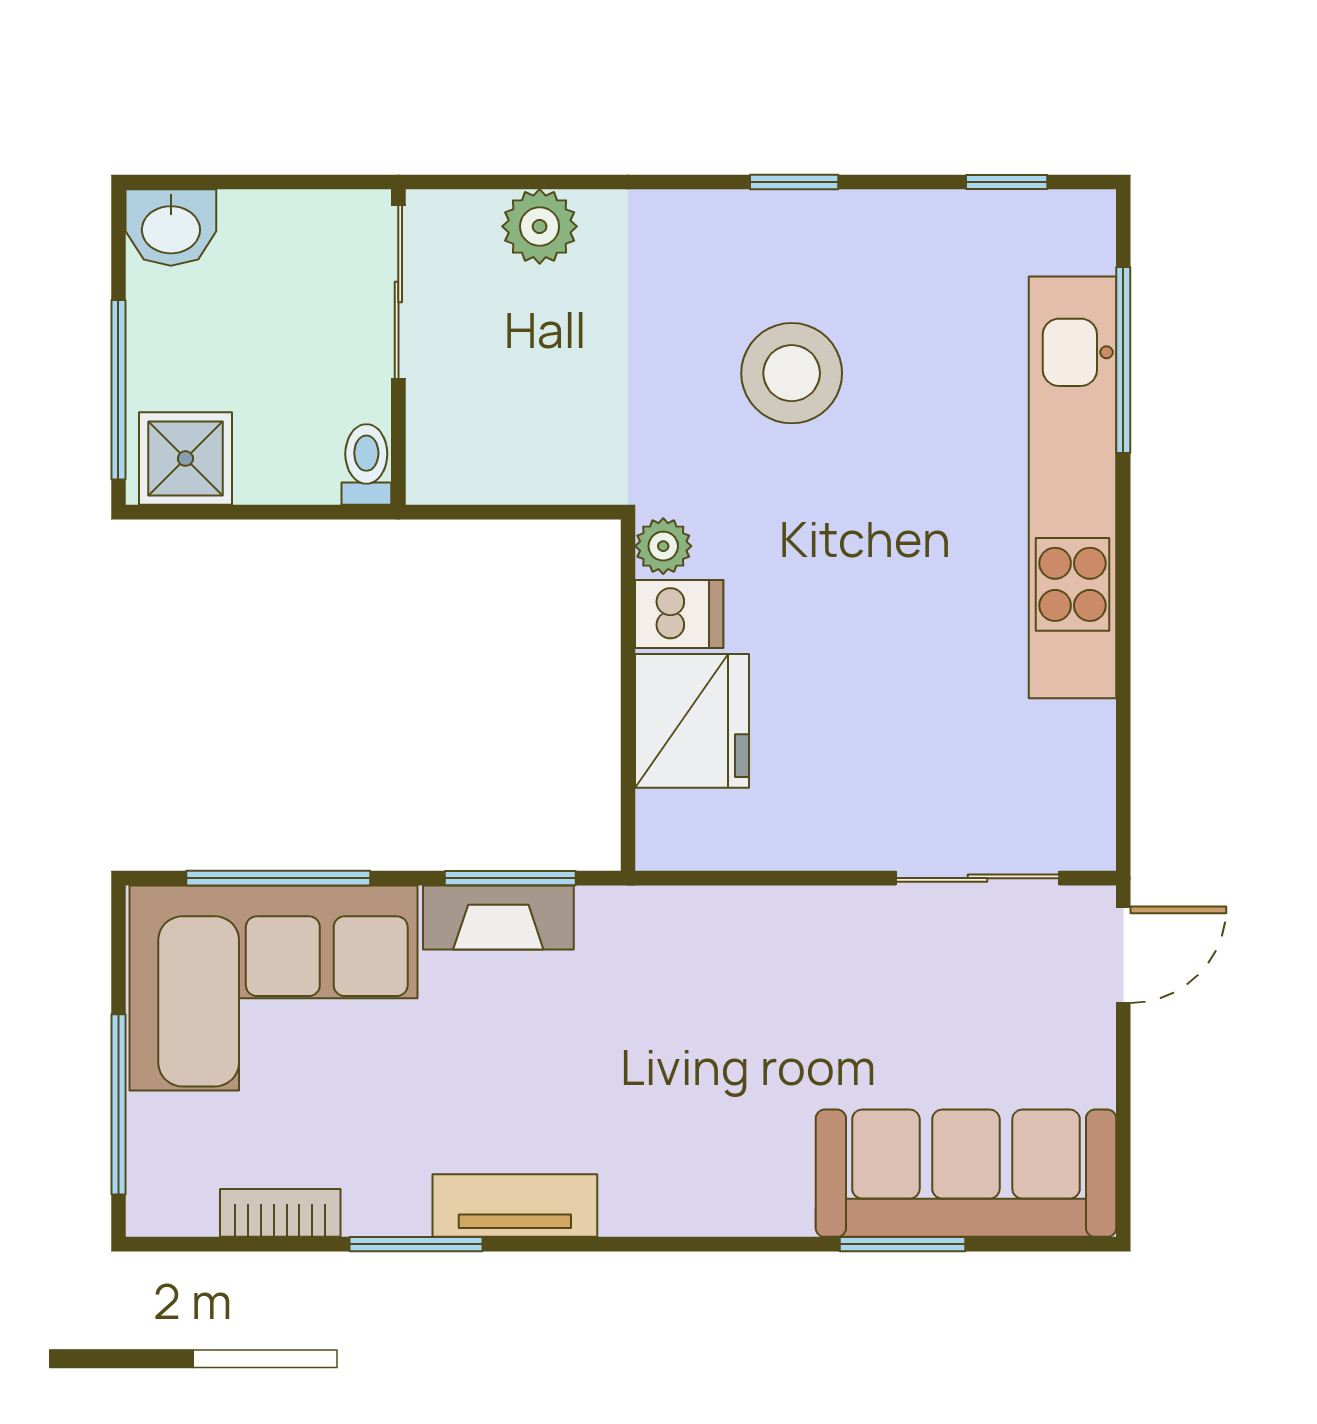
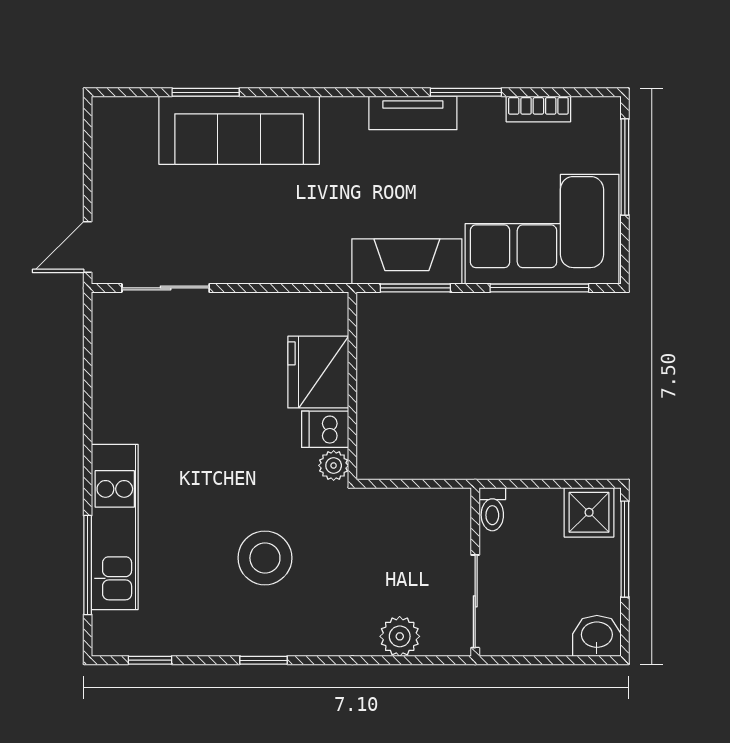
kitchen unit: (1072, 487) -> (115, 527), width x0.73
fireplace: (498, 917) -> (407, 261), width x1.37, depth x1.32
sofa: (966, 1173) -> (239, 130), moved

